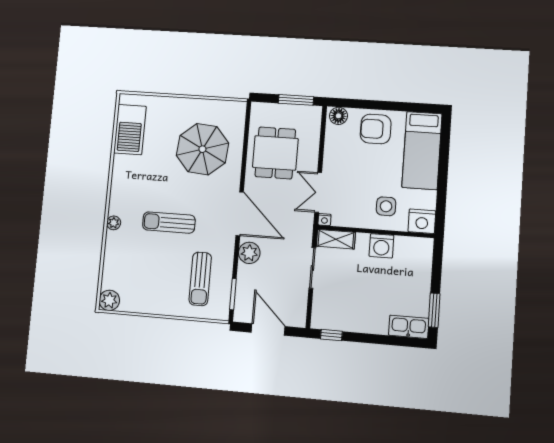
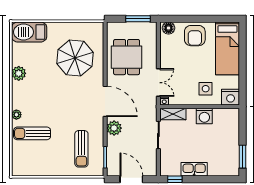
armchair: (376, 129) -> (195, 36), turned -90
barbecue: (130, 130) -> (29, 32), moved, turned 90
double door: (318, 192) -> (158, 83), swing flipped
sun lounger: (169, 223) -> (32, 133), moved
plant: (109, 300) -> (19, 73), moved
kitchen sink: (409, 327) -> (194, 169), moved

